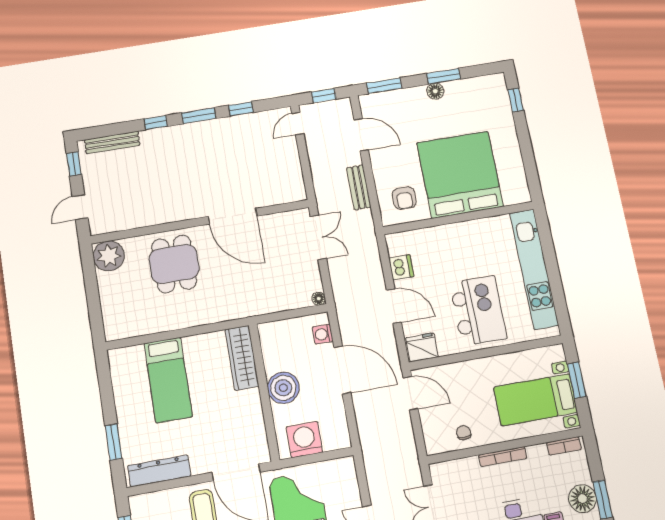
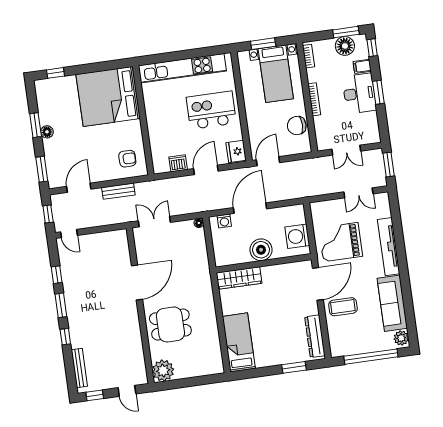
bed: (460, 175) -> (108, 96), moved
bed: (168, 380) -> (239, 342), moved, turned -90
chair: (464, 433) -> (297, 126), width x1.87, depth x1.87

